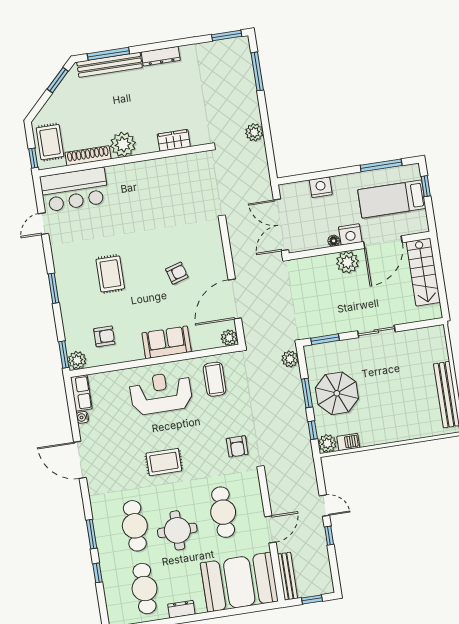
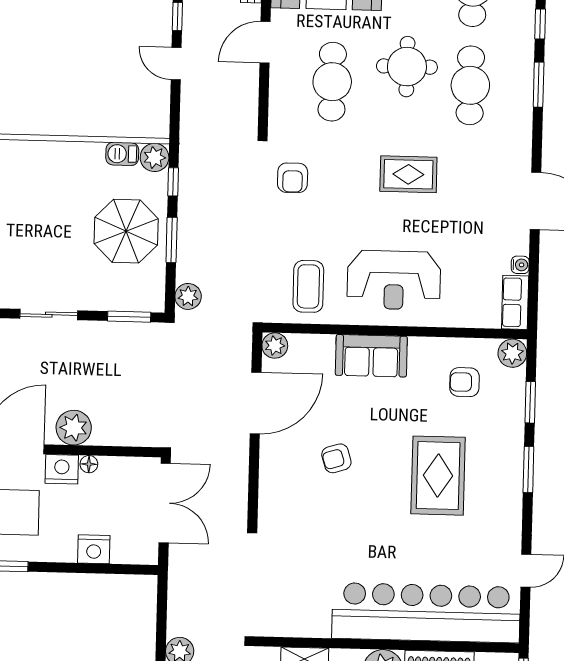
bar counter: (74, 190) -> (426, 613), width x1.86
rug: (110, 274) -> (438, 476), width x1.36, depth x1.43
window: (64, 355) -> (530, 402), moved
armchair: (237, 446) -> (293, 178), turned 180

